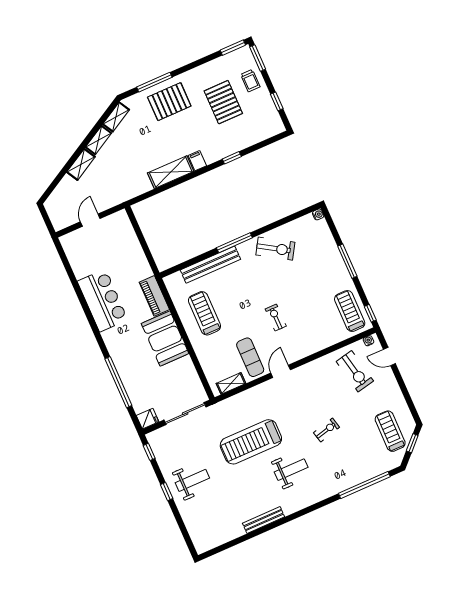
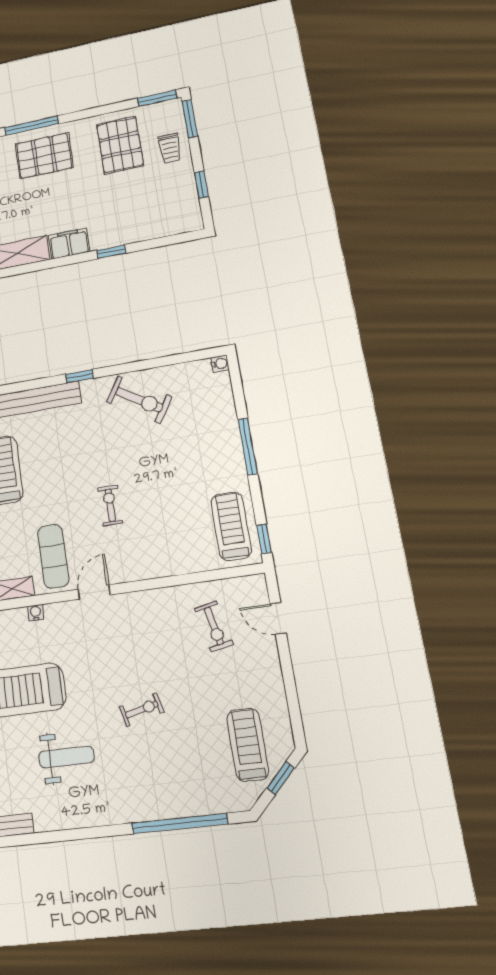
pallet: (223, 102) -> (120, 145), moved
filing cabinet: (197, 161) -> (69, 243), width x2.00
window: (234, 243) -> (79, 376), width x0.46
water cooler: (368, 341) -> (36, 613), moved
exercise bike: (355, 371) -> (214, 626), width x0.73, depth x0.72

